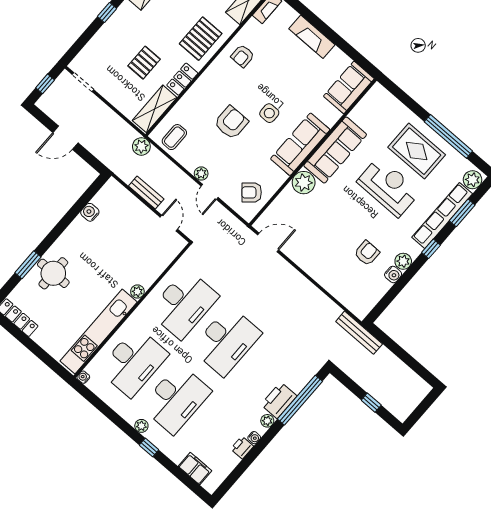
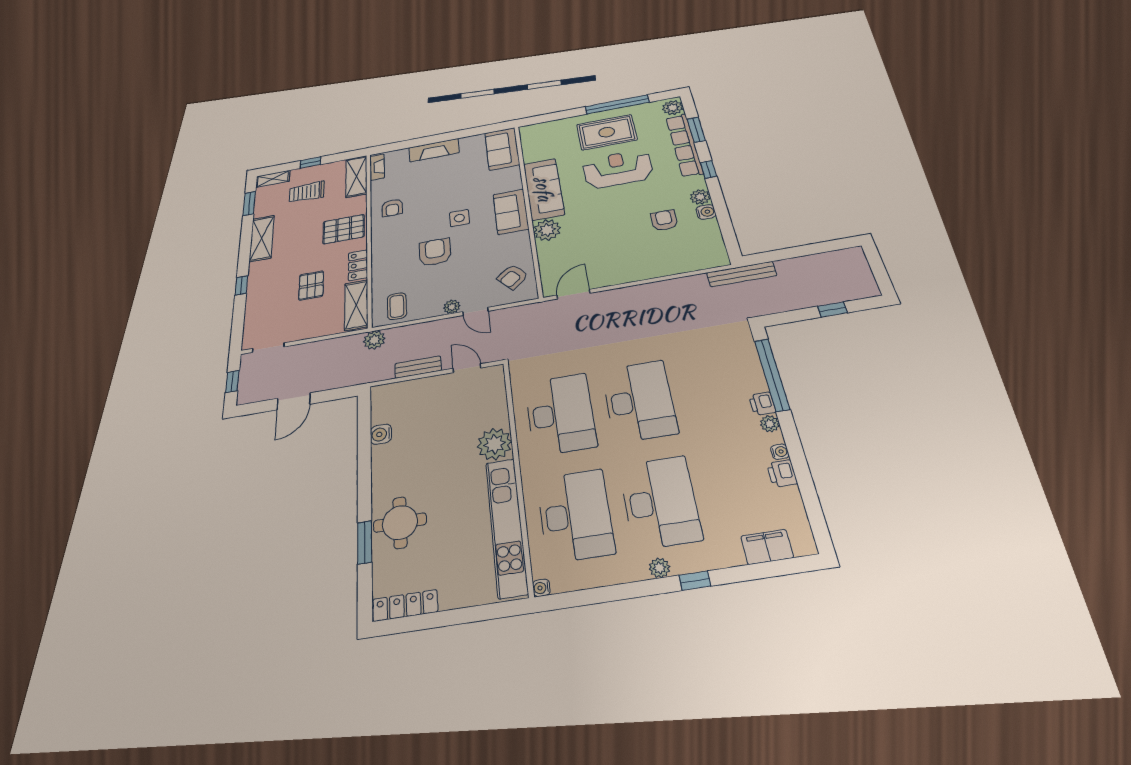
pallet: (201, 39) -> (344, 229), turned 90
sofa: (300, 144) -> (511, 212), width x0.73
plant: (137, 291) -> (494, 444), width x1.88, depth x1.88
printer: (279, 400) -> (762, 404), width x0.53, depth x0.68

